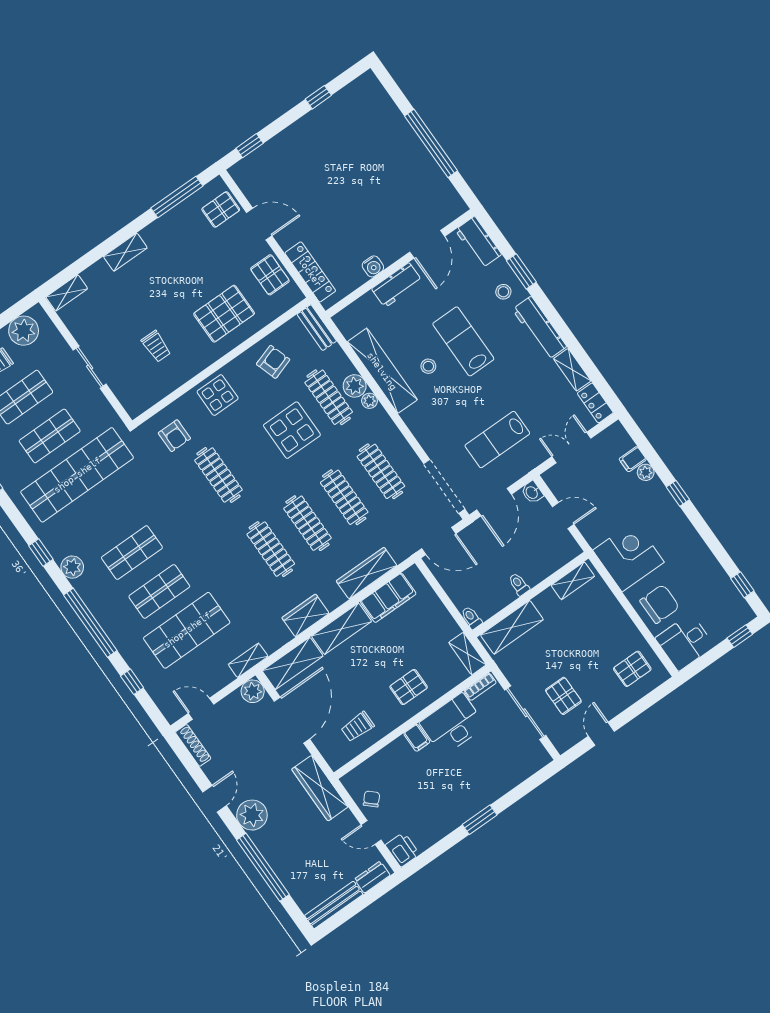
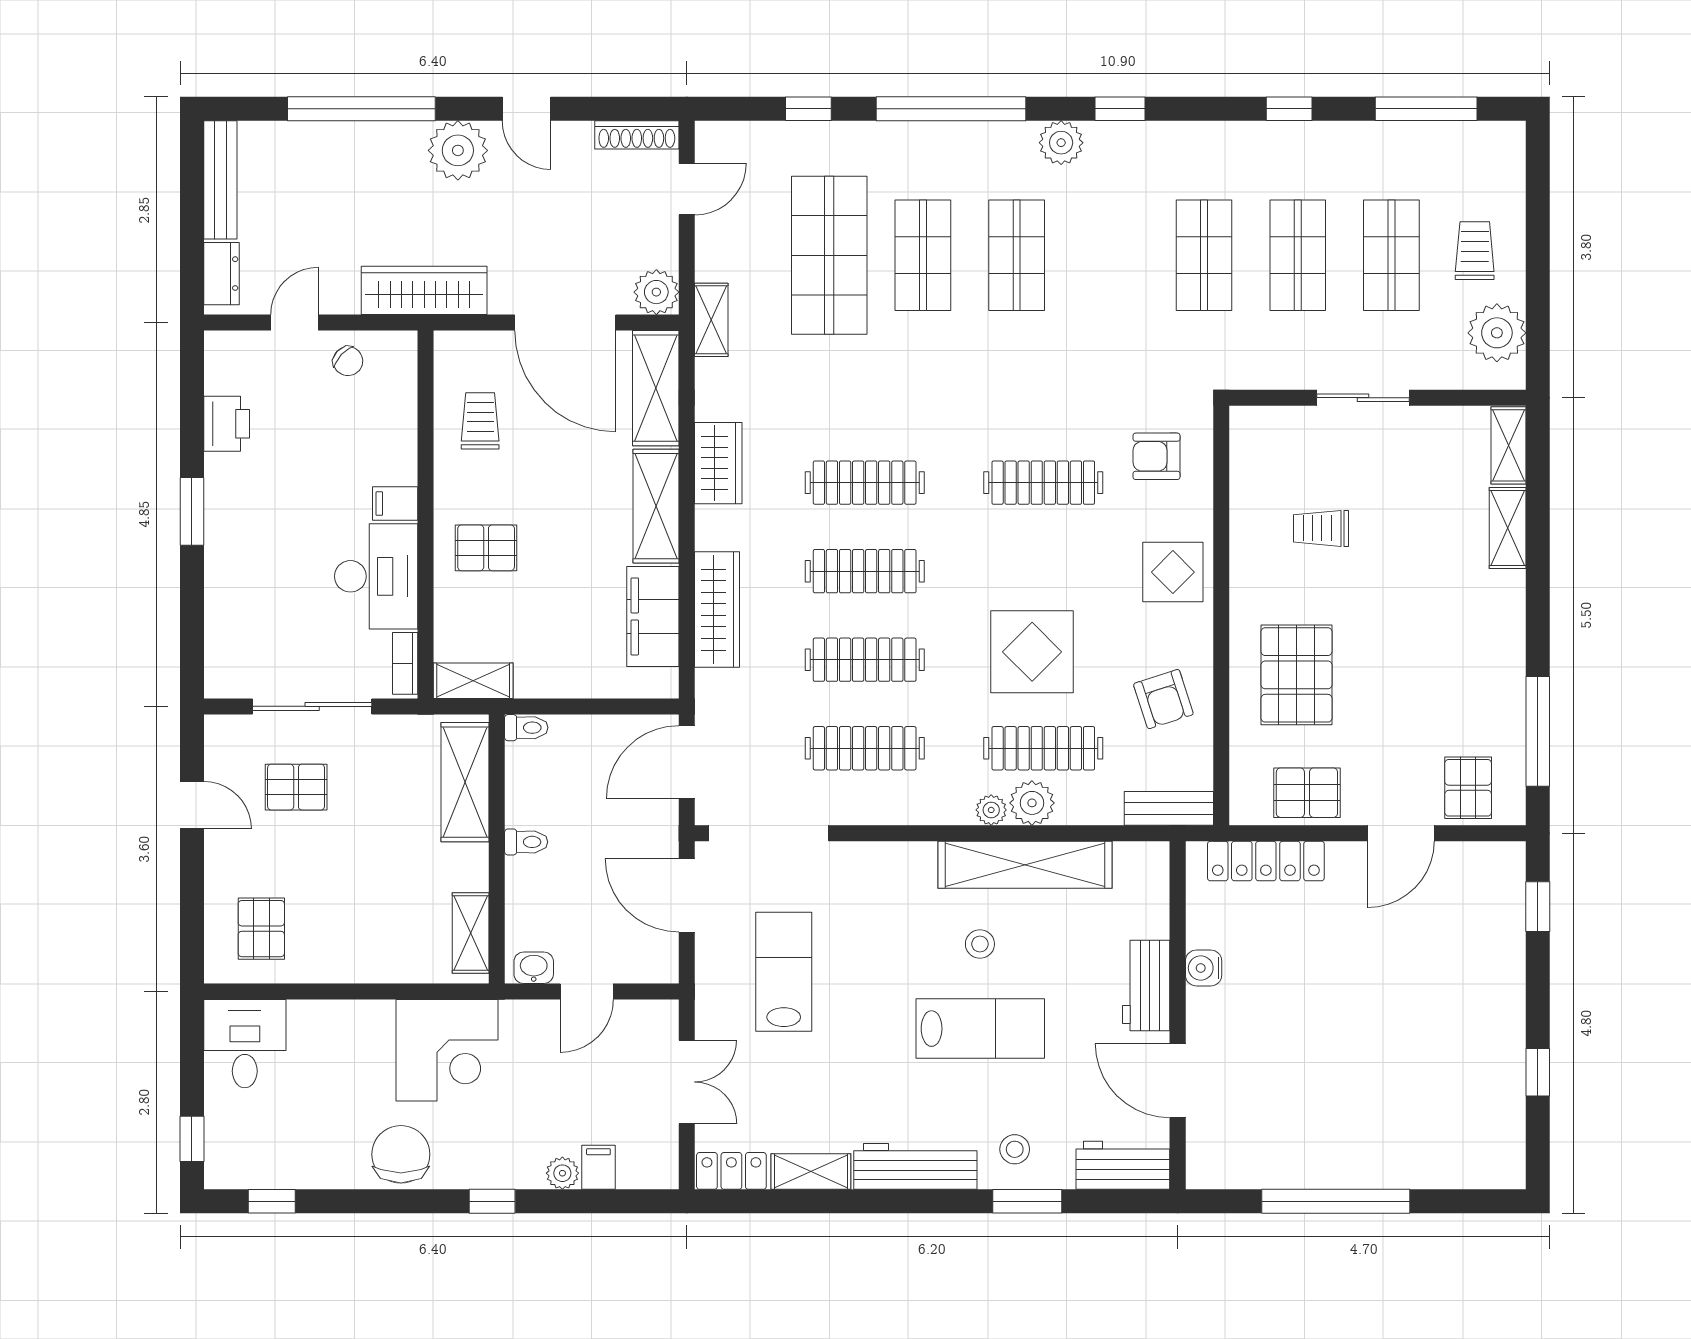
shelving: (125, 252) -> (1508, 528), moved
shop shelf: (77, 475) -> (1204, 255), width x0.50, depth x0.74
washbasin: (532, 492) -> (534, 968), moved
chair: (660, 604) -> (401, 1154), moved, turned 180
pallet: (409, 687) -> (486, 548), turned 90
printer: (402, 850) -> (227, 424), moved, turned -90

